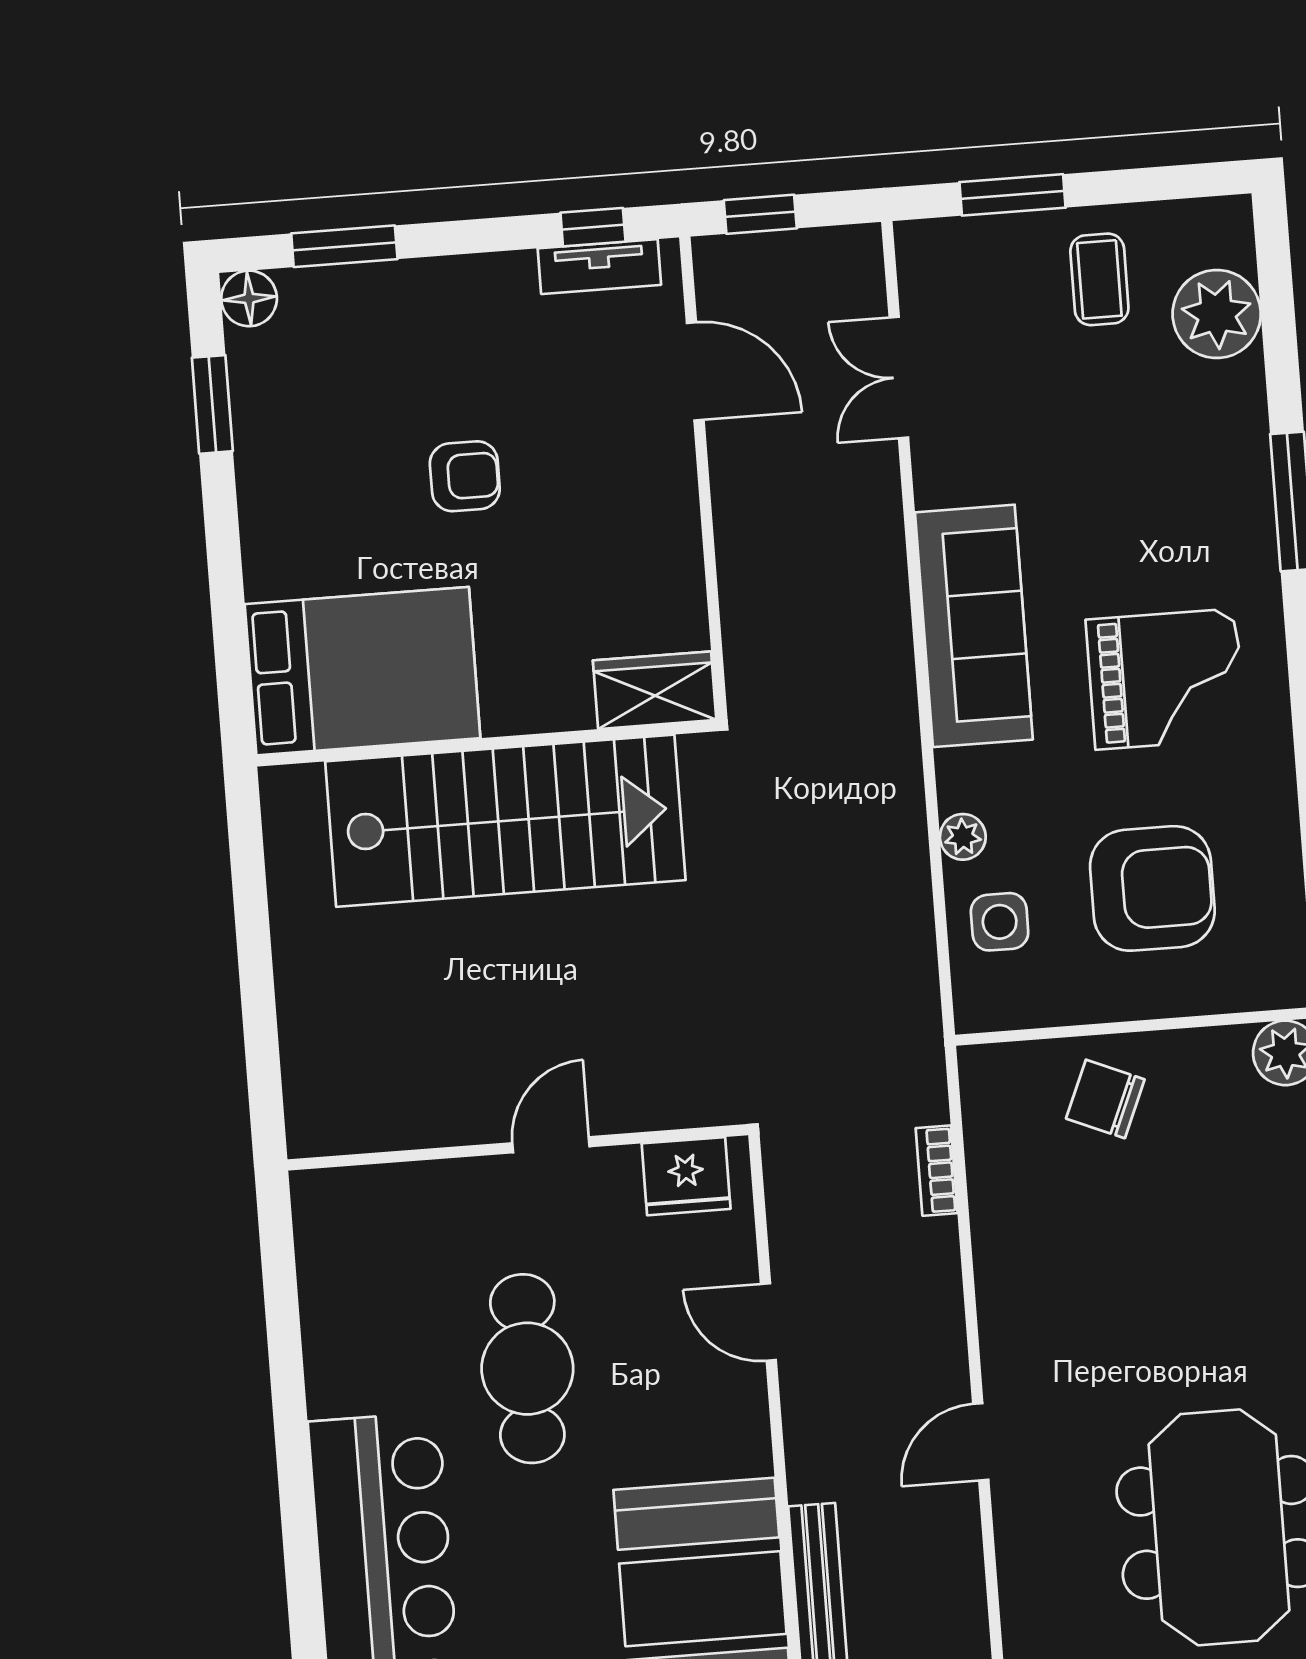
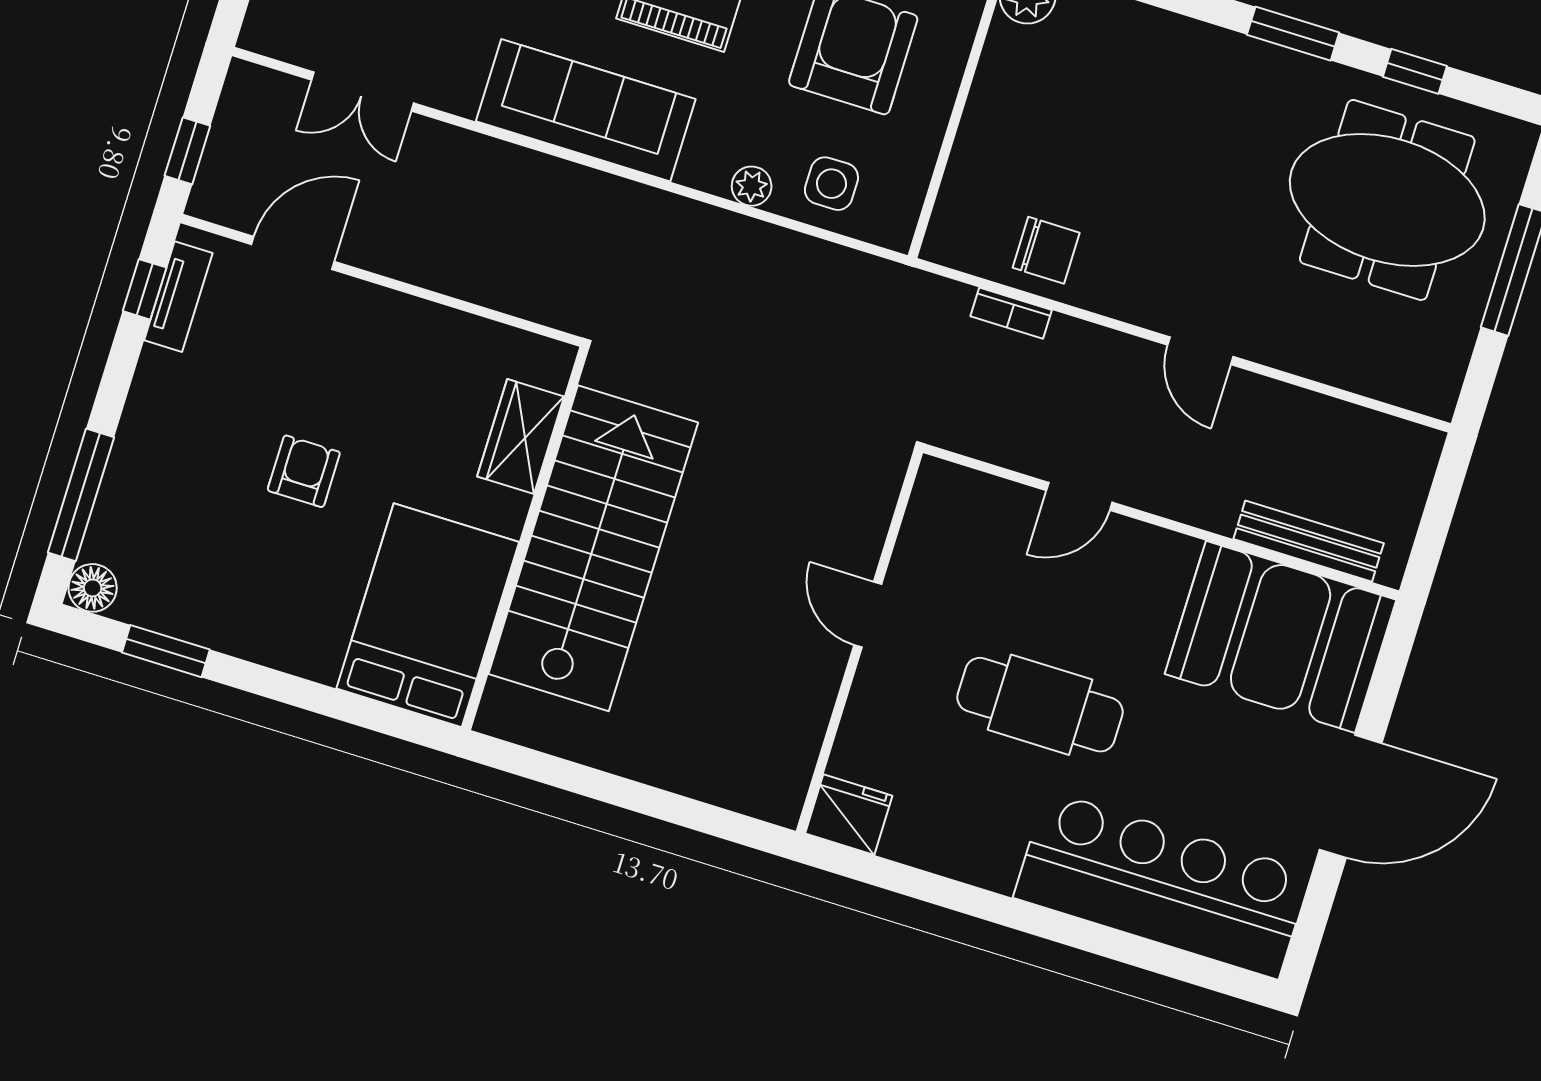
window: (344, 246) -> (81, 495), width x1.44
wardrobe: (655, 690) -> (521, 437), moved
chair: (1105, 1099) -> (1046, 250), moved, turned -113
fridge: (686, 1176) -> (849, 815), moved, turned -90
door: (981, 1442) -> (1200, 351), moved

